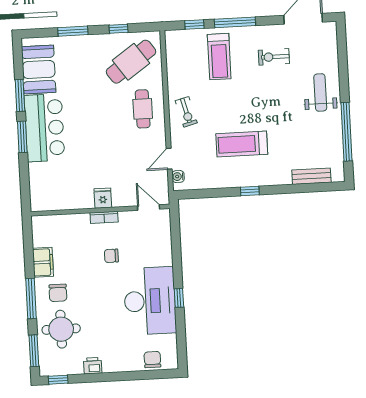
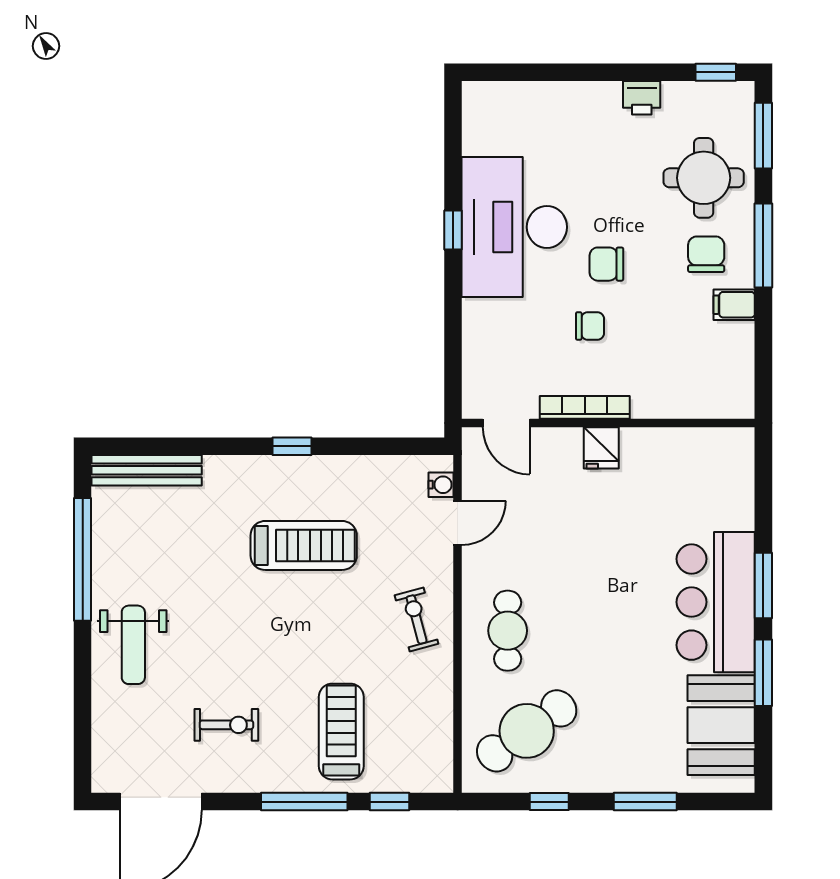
bench: (311, 176) -> (147, 470), width x1.36
bookcase: (104, 217) -> (585, 407), width x1.56
filing cabinet: (43, 262) -> (734, 305), width x0.50
chair: (152, 360) -> (606, 264), moved, turned 90

